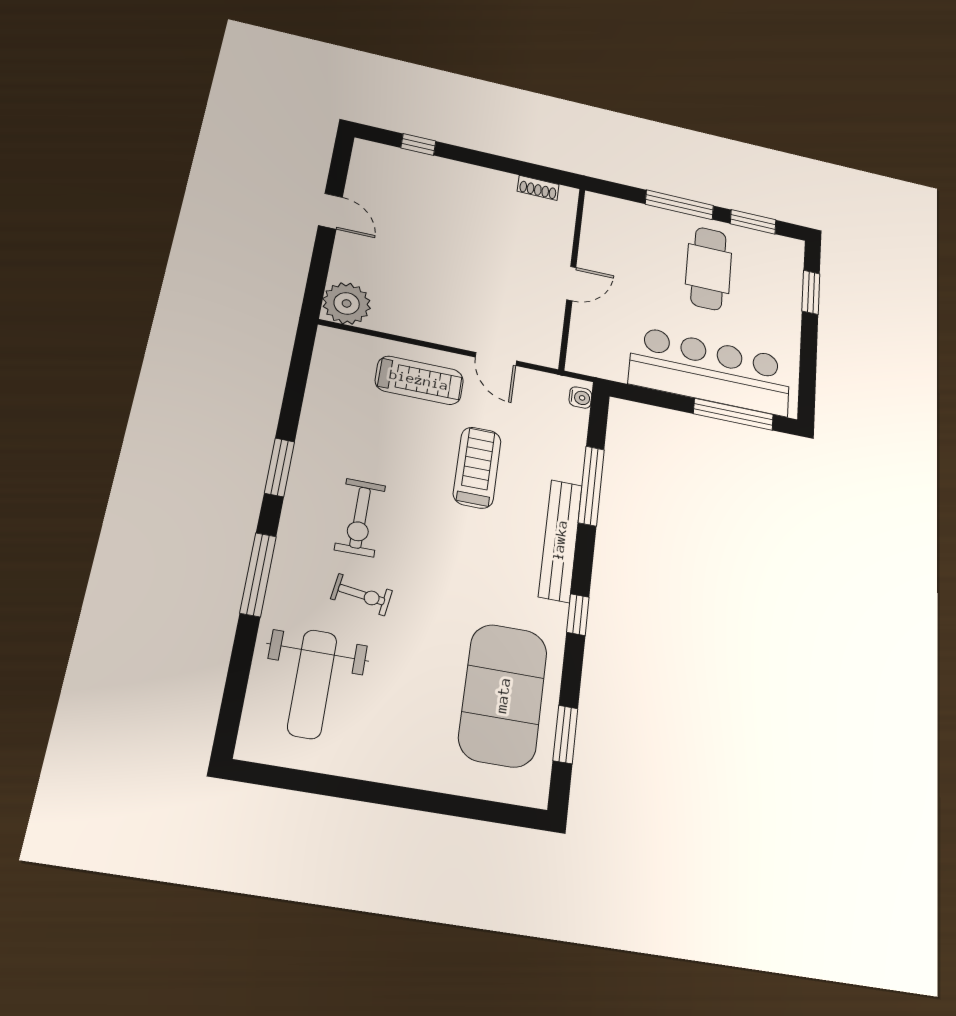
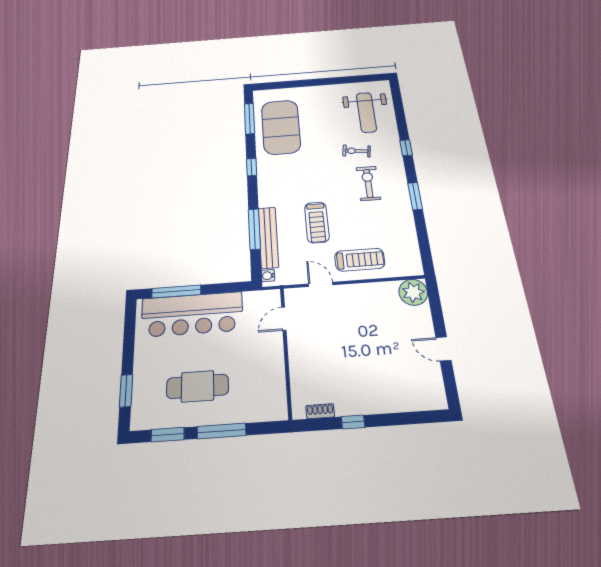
window: (418, 145) -> (353, 422), moved
cafe table: (708, 268) -> (198, 386), turned 90
door: (571, 284) -> (284, 319), moved
treadmill: (419, 380) -> (360, 260), turned 180
bench: (560, 540) -> (268, 237), moved
window: (258, 575) -> (406, 148), width x0.46
weight bench: (312, 684) -> (366, 112), turned 180
window: (565, 734) -> (249, 119), width x1.44

